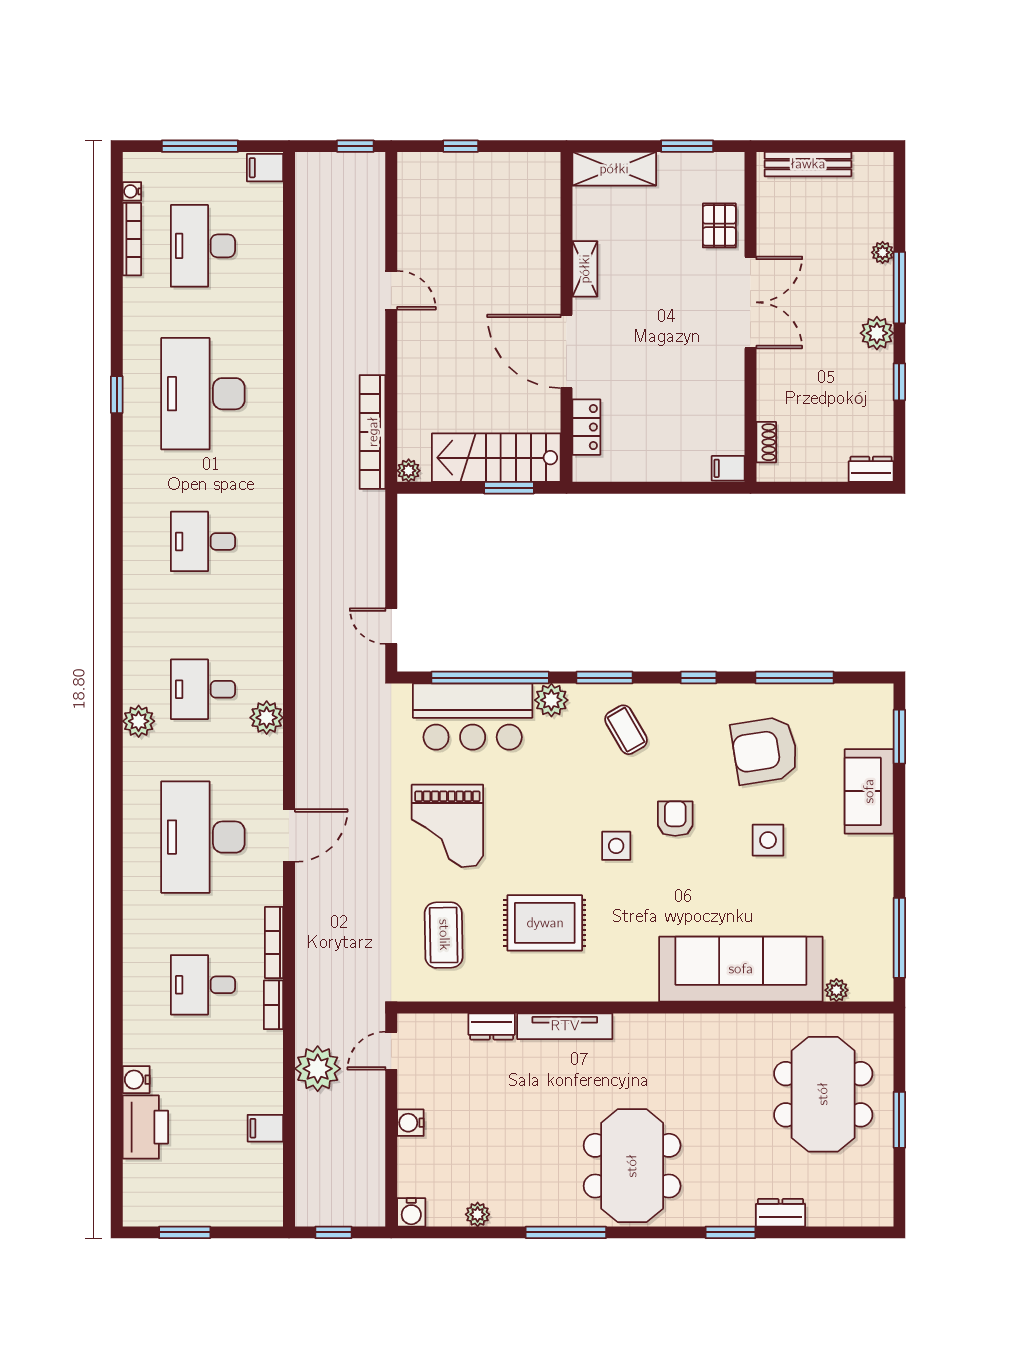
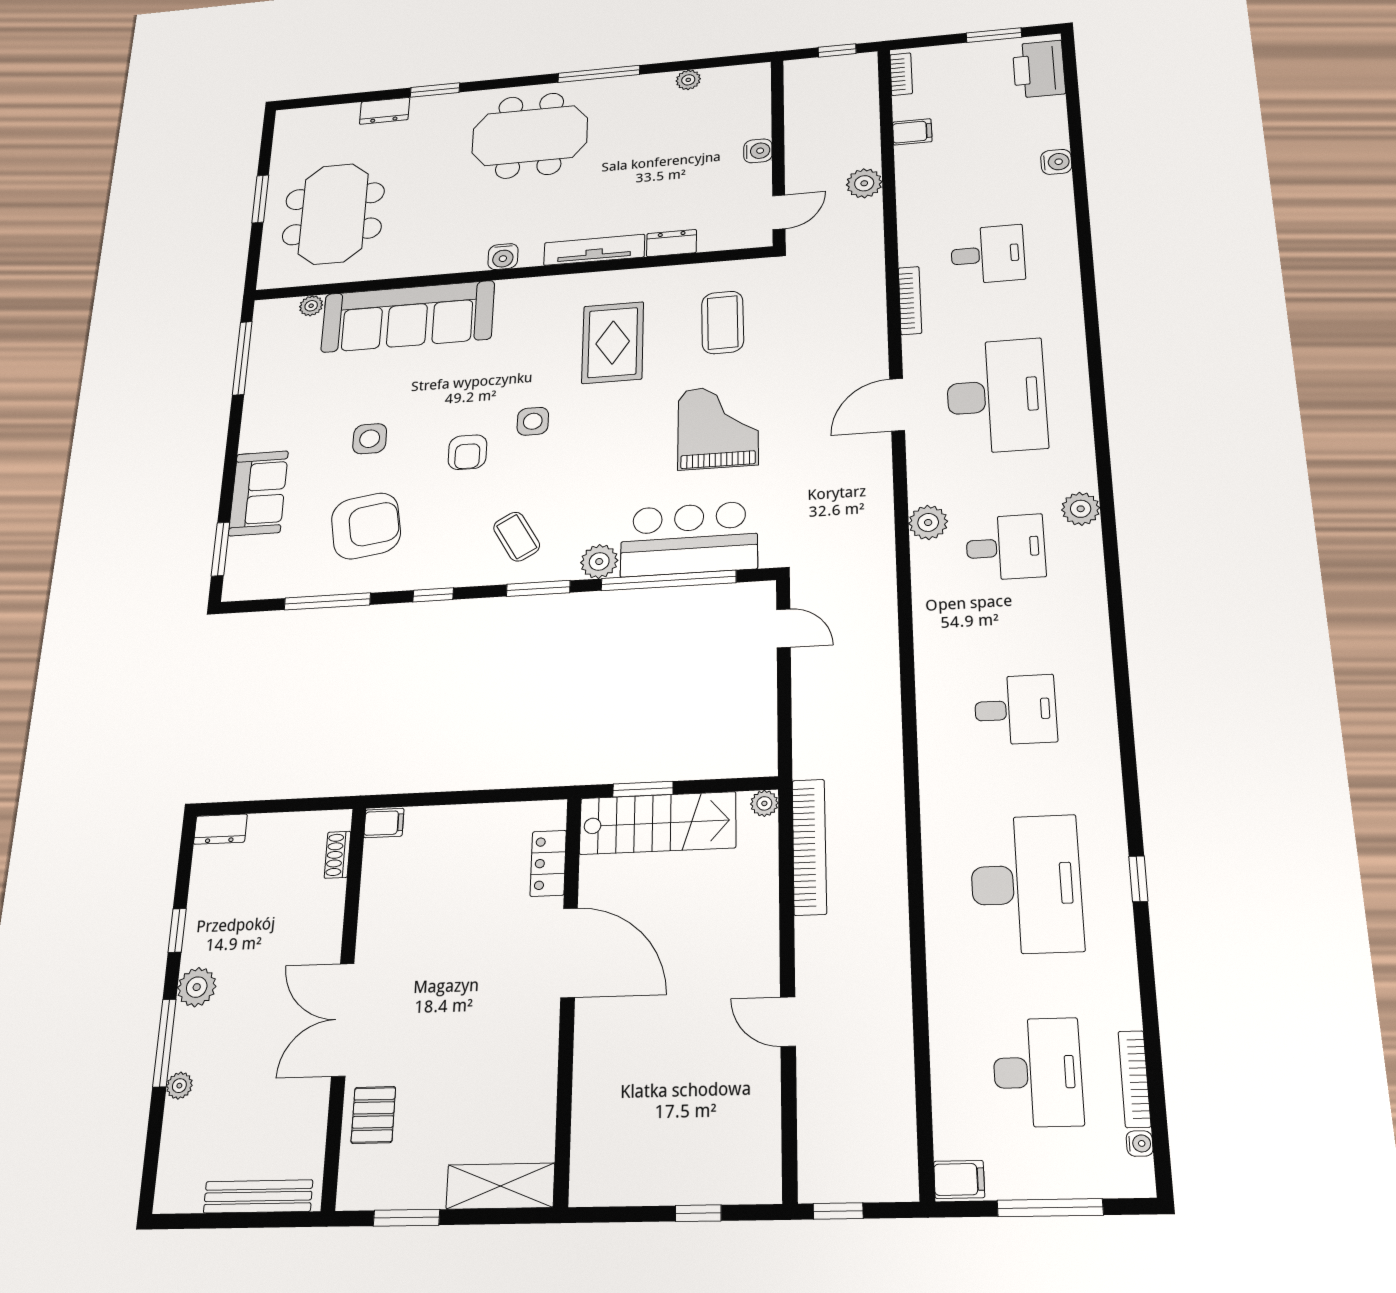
shelving: (585, 269) -> (543, 1055), removed
rug: (545, 923) -> (613, 342), turned 90
bookcase: (273, 1005) -> (901, 74), moved
plant: (318, 1069) -> (864, 183), width x0.73, depth x0.73
printer: (145, 1127) -> (1039, 69), moved
meeting table: (632, 1166) -> (530, 136), turned 90
water cooler: (411, 1212) -> (503, 257), moved, turned 180

